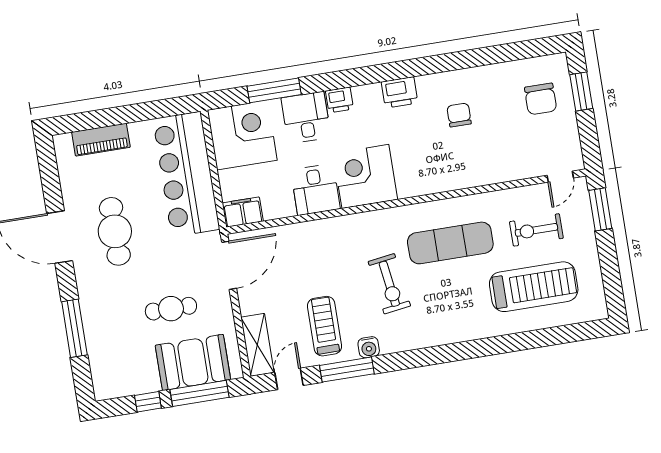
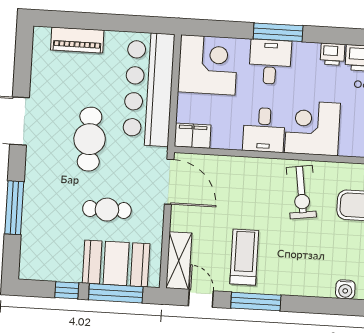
window: (274, 90) -> (278, 32), moved
printer: (339, 100) -> (333, 54), moved
cafe table: (115, 231) -> (90, 139), moved
door: (229, 265) -> (169, 182), hinge flipped
exercise bike: (389, 284) -> (301, 192), moved
water cooler: (369, 347) -> (345, 289), moved
door: (289, 379) -> (201, 298), hinge flipped

